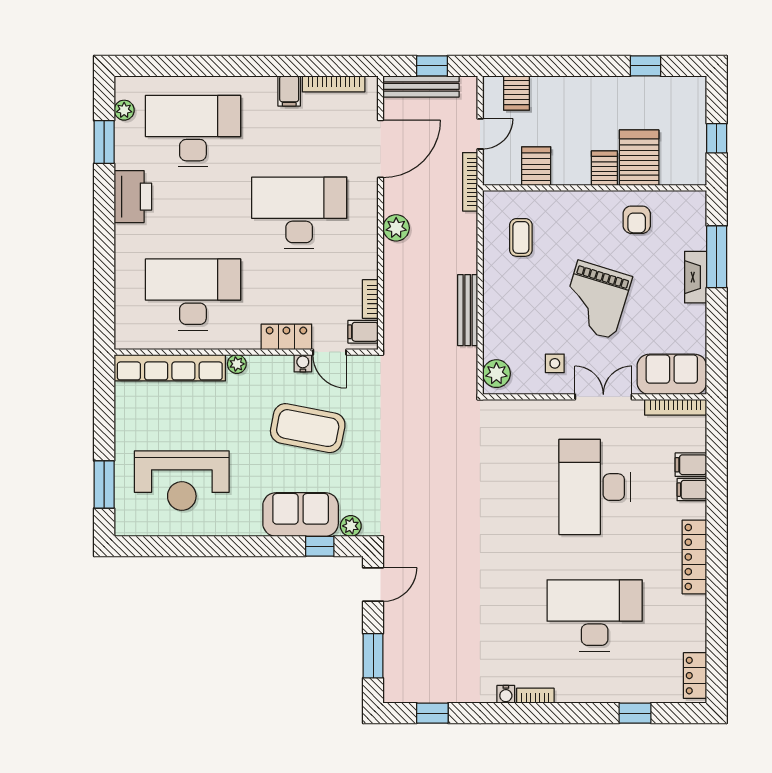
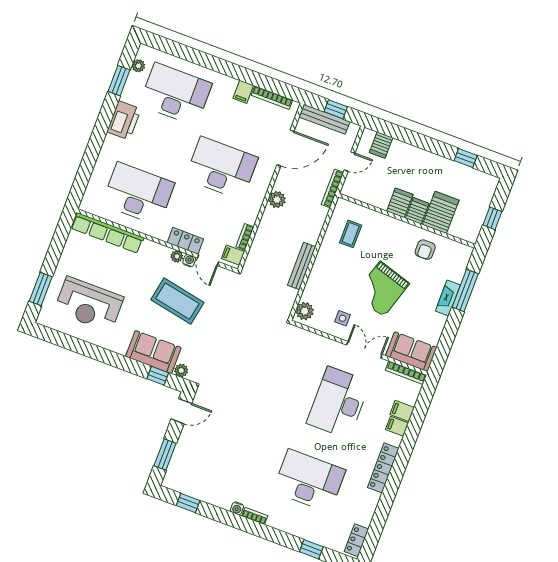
server rack: (536, 166) -> (400, 203), moved
plant: (237, 364) -> (177, 256), moved

